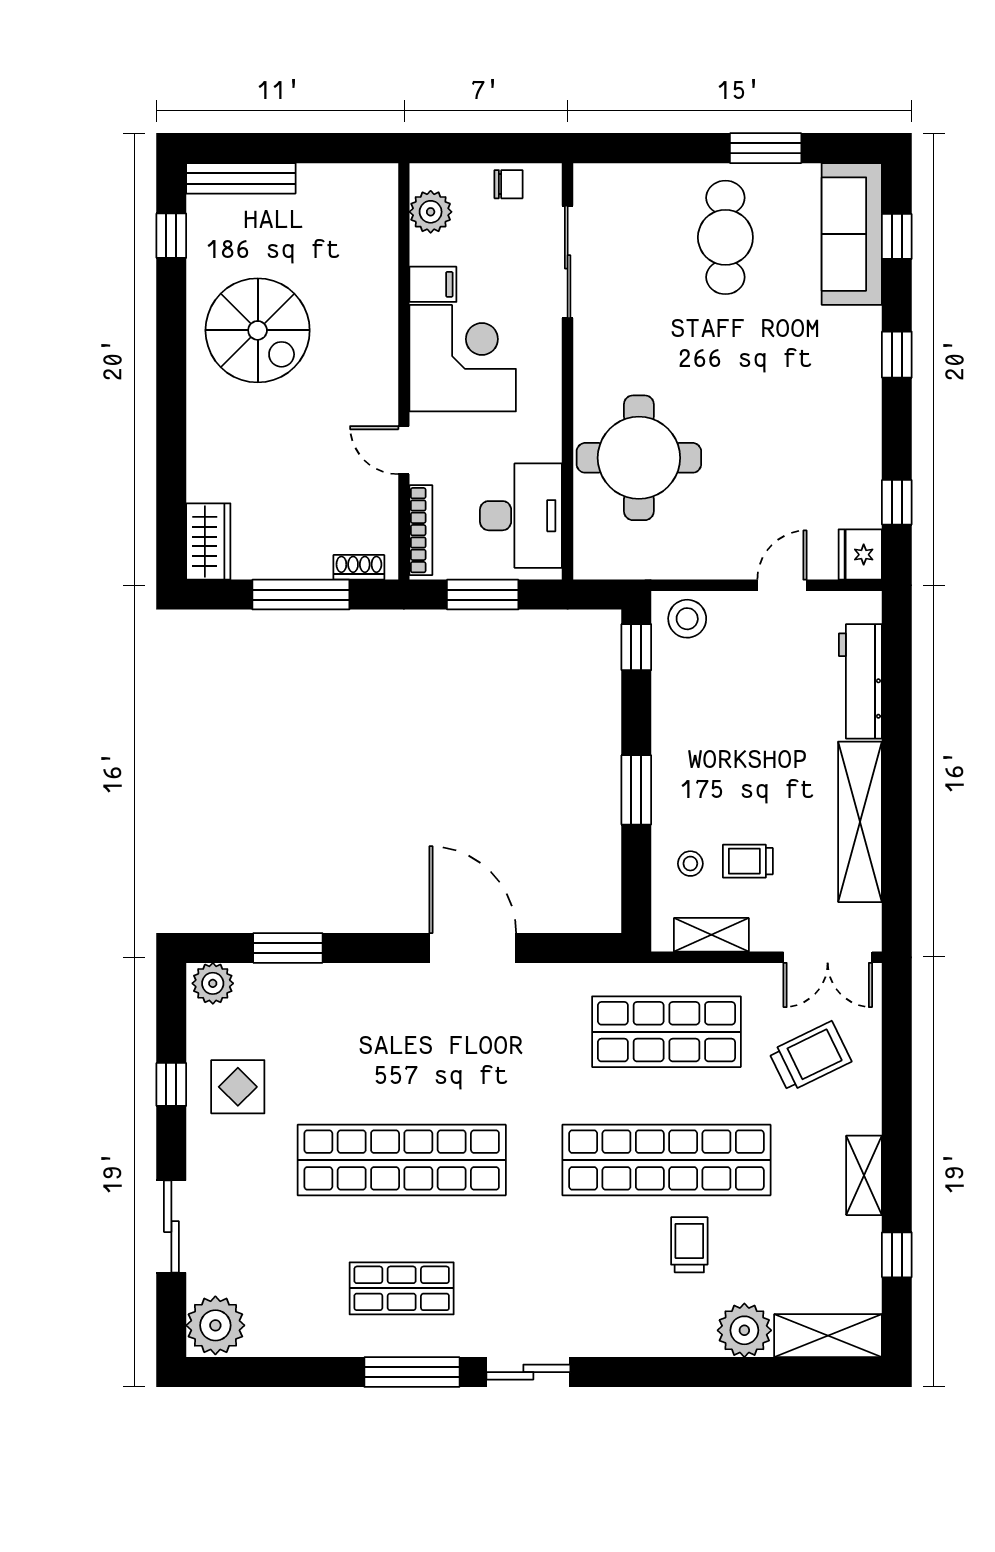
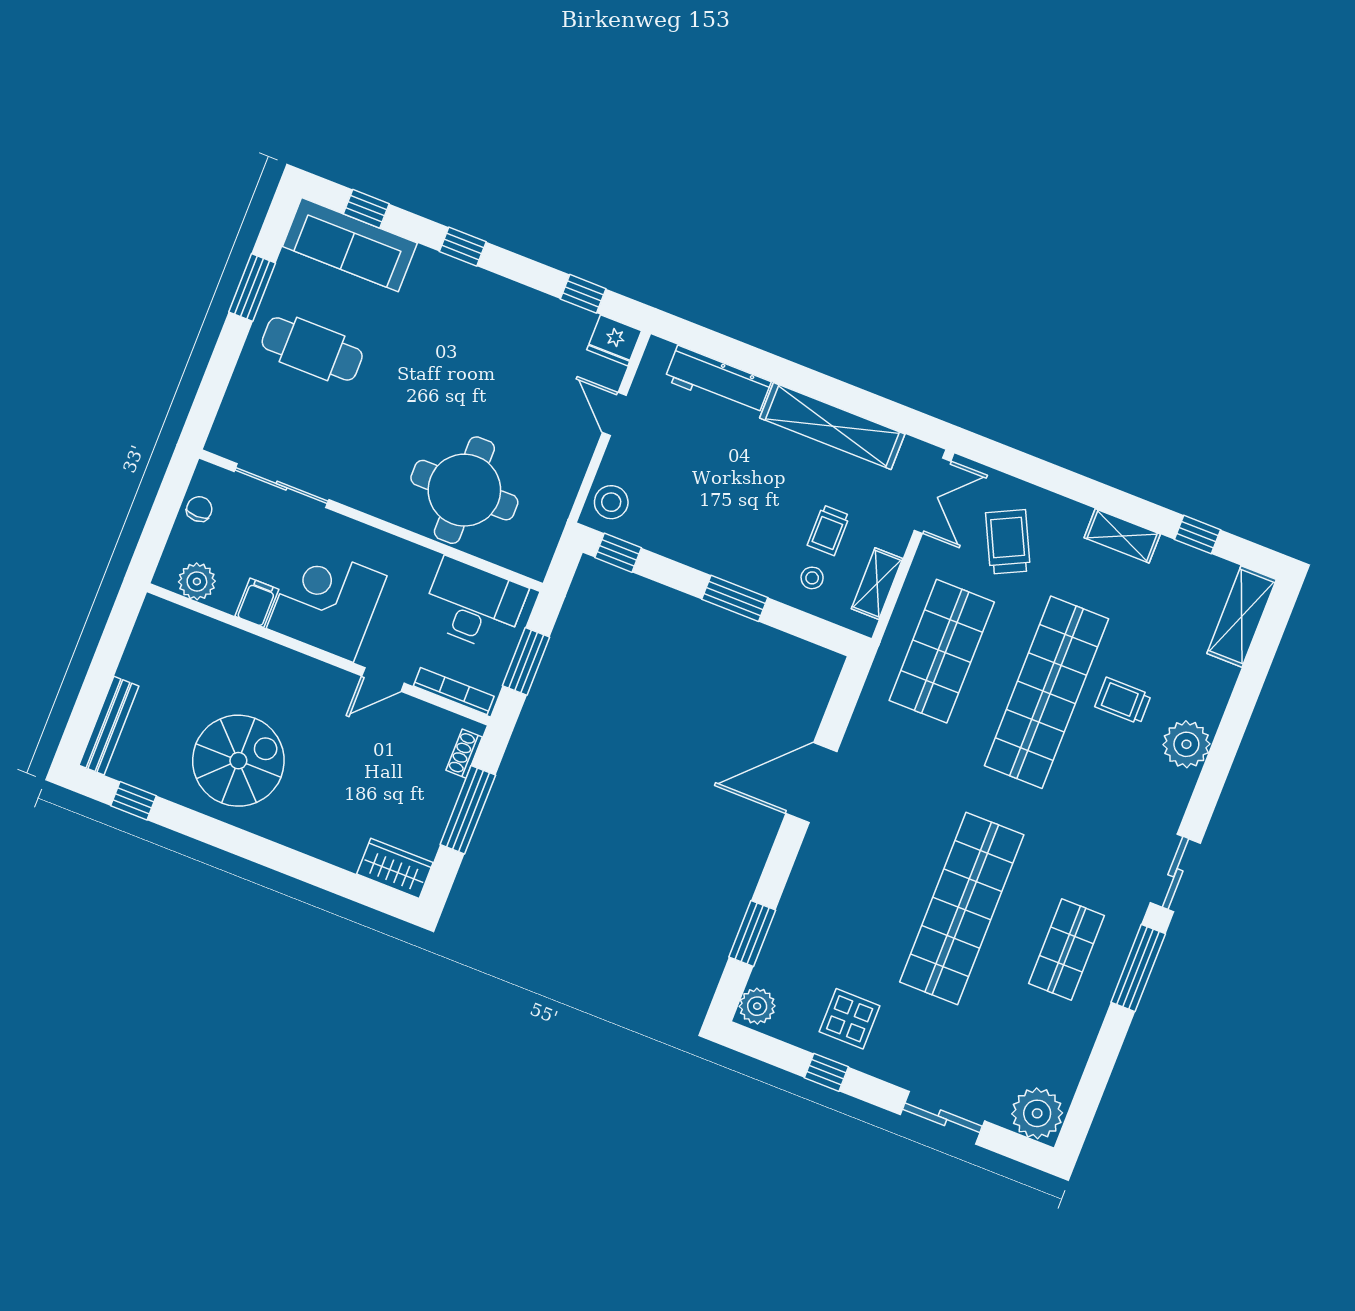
plant: (744, 1330) -> (1186, 744), moved

